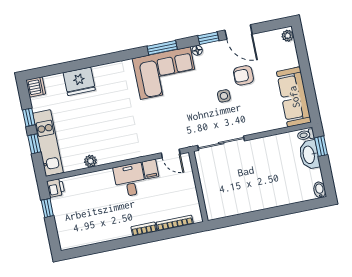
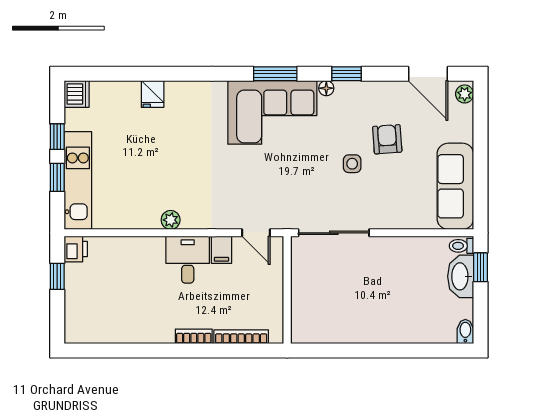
door: (239, 32) -> (428, 74), moved
armchair: (243, 75) -> (387, 139), turned 86
fridge: (79, 81) -> (153, 94), width x0.53, depth x0.75
plant: (90, 161) -> (171, 220), moved

